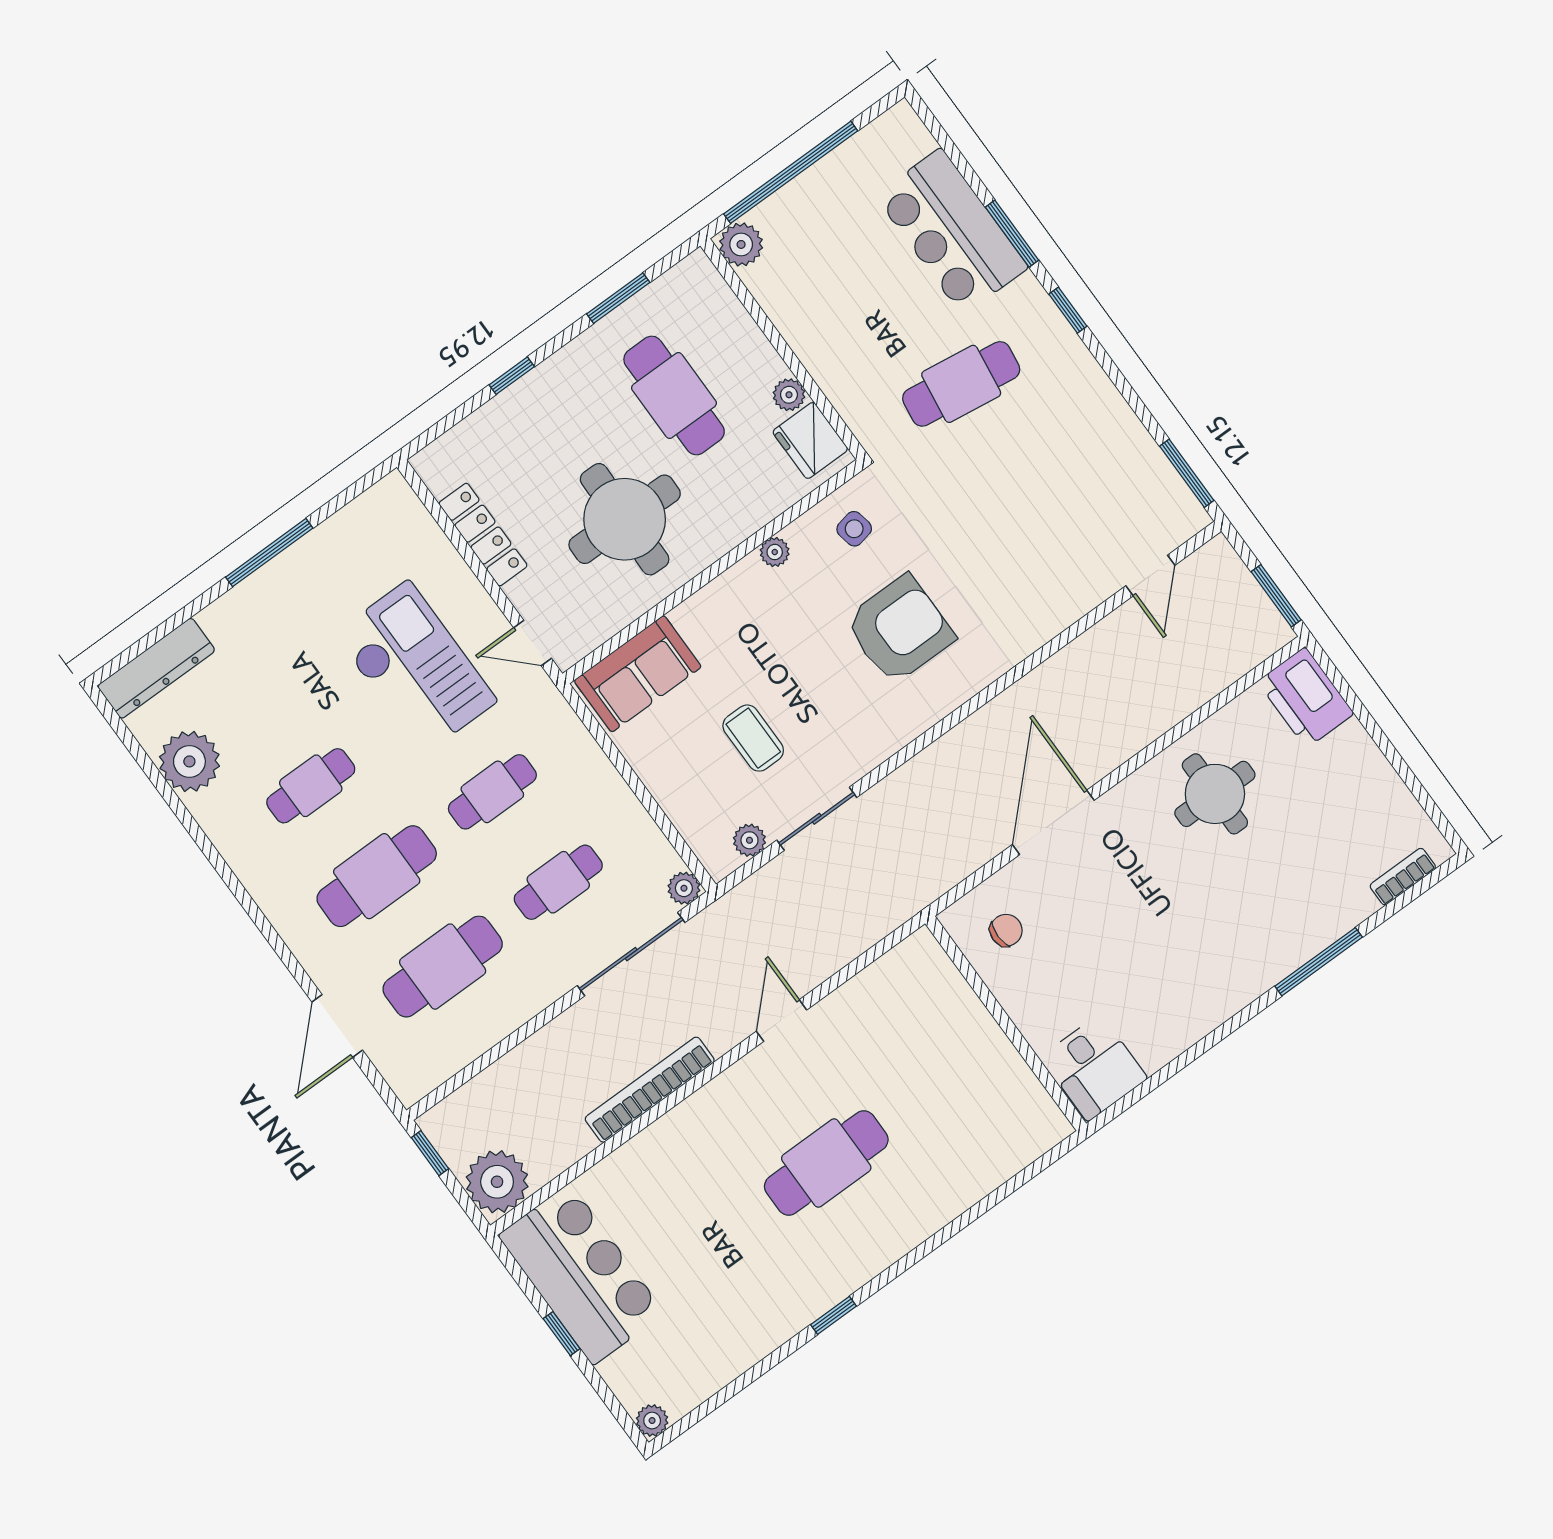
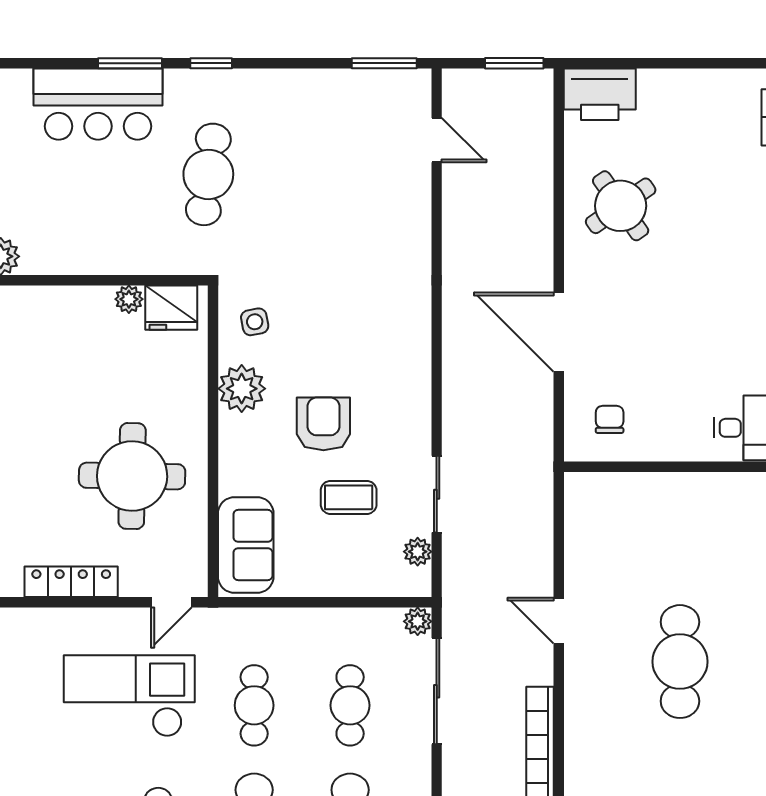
cafe table: (674, 395) -> (71, 379), removed
plant: (775, 552) -> (242, 389), width x1.88, depth x1.88
armchair: (899, 629) -> (323, 424), moved, width x0.73, depth x0.73
round table: (1215, 794) -> (621, 206), turned -35

